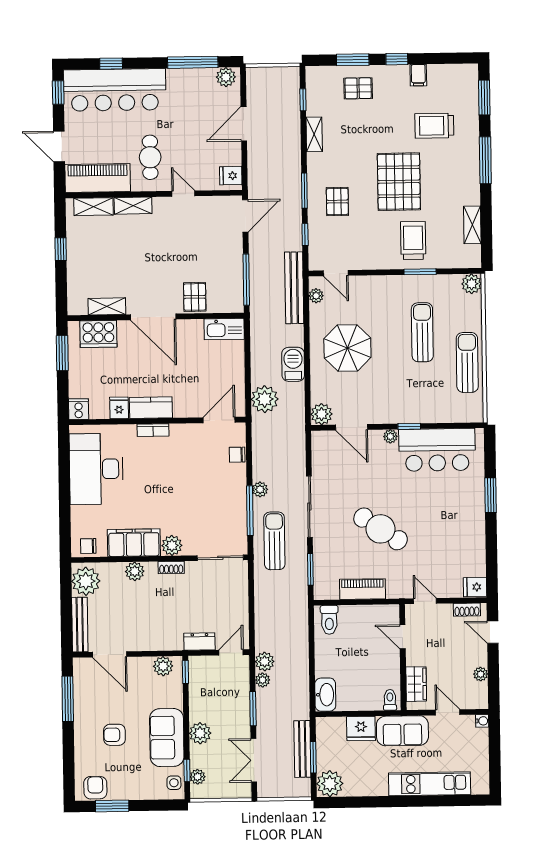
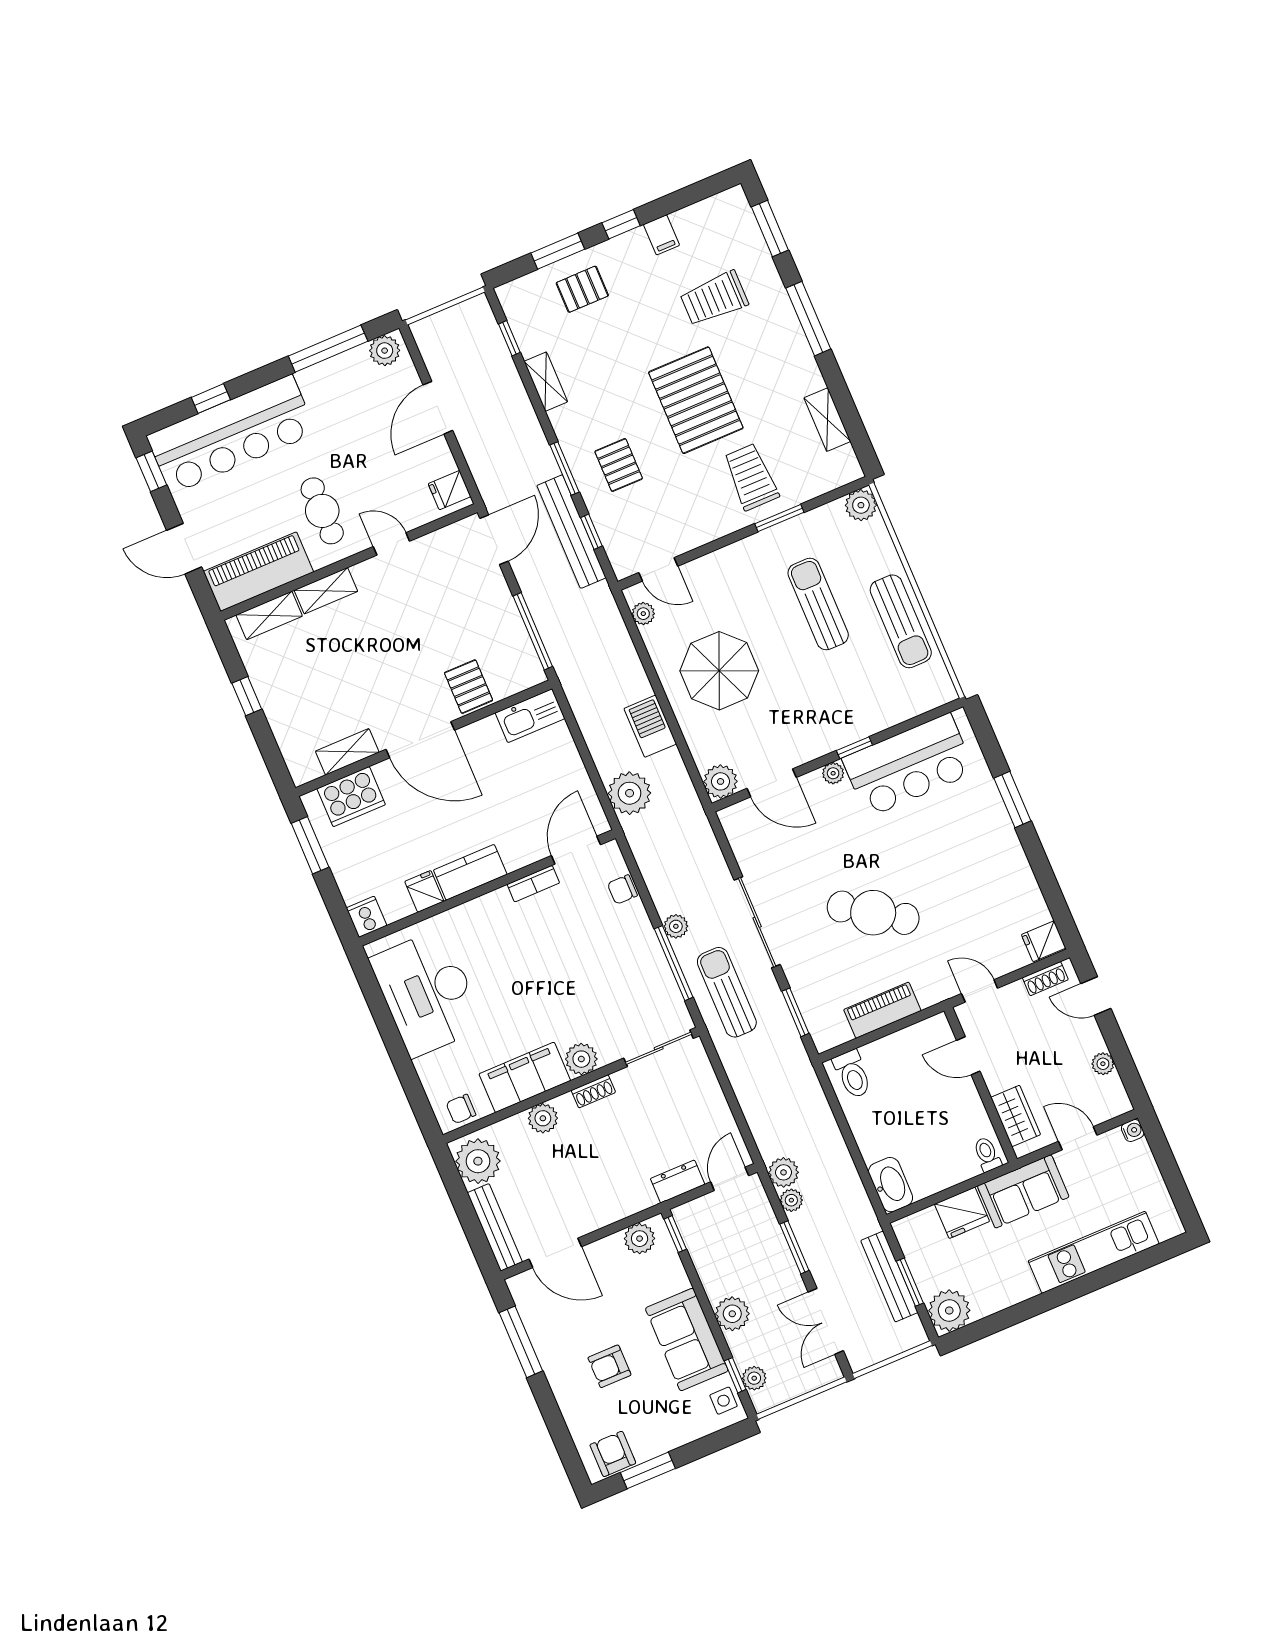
bench: (294, 288) -> (571, 532), moved
sun lounger: (467, 362) -> (901, 621), turned 180
bookcase: (153, 430) -> (533, 884), moved

